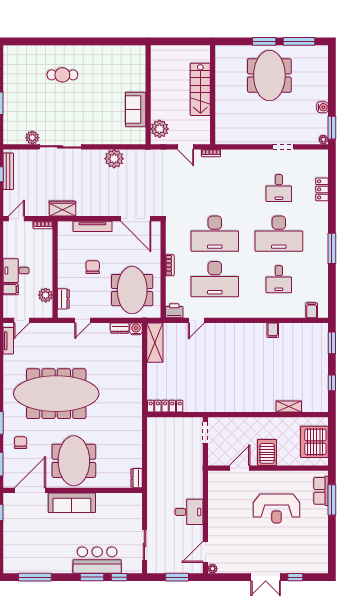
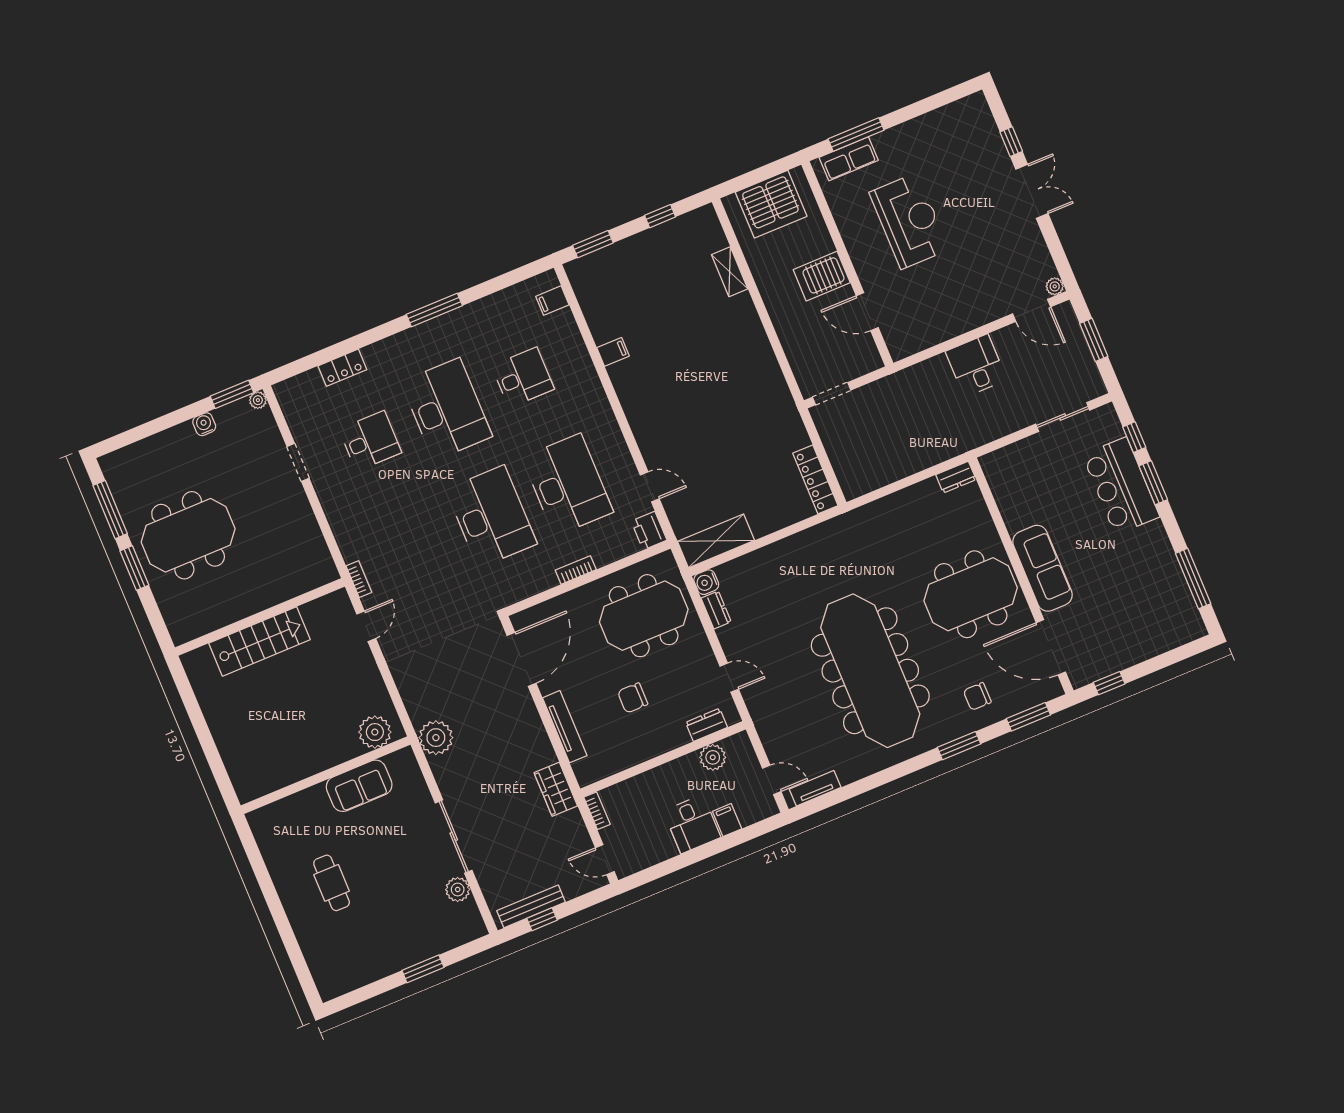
wall: (148, 95) -> (326, 775), moved
sofa: (136, 109) -> (359, 786), moved
plant: (160, 129) -> (375, 732), moved

